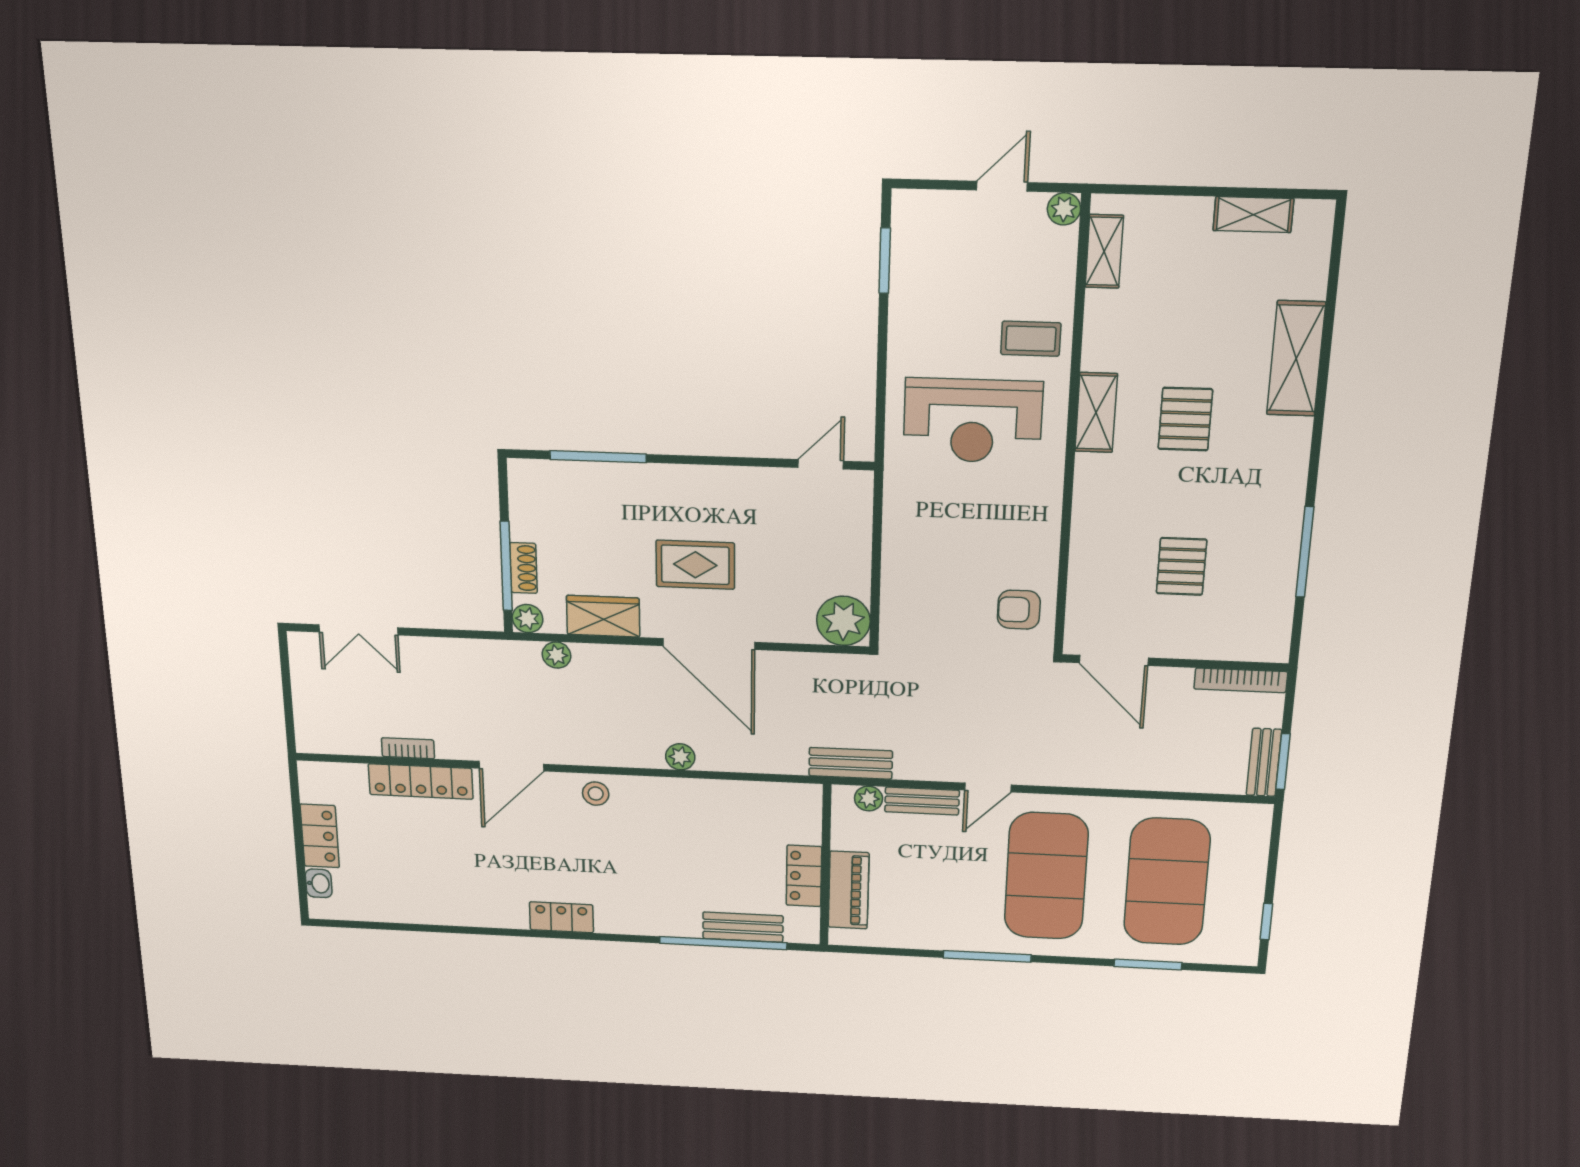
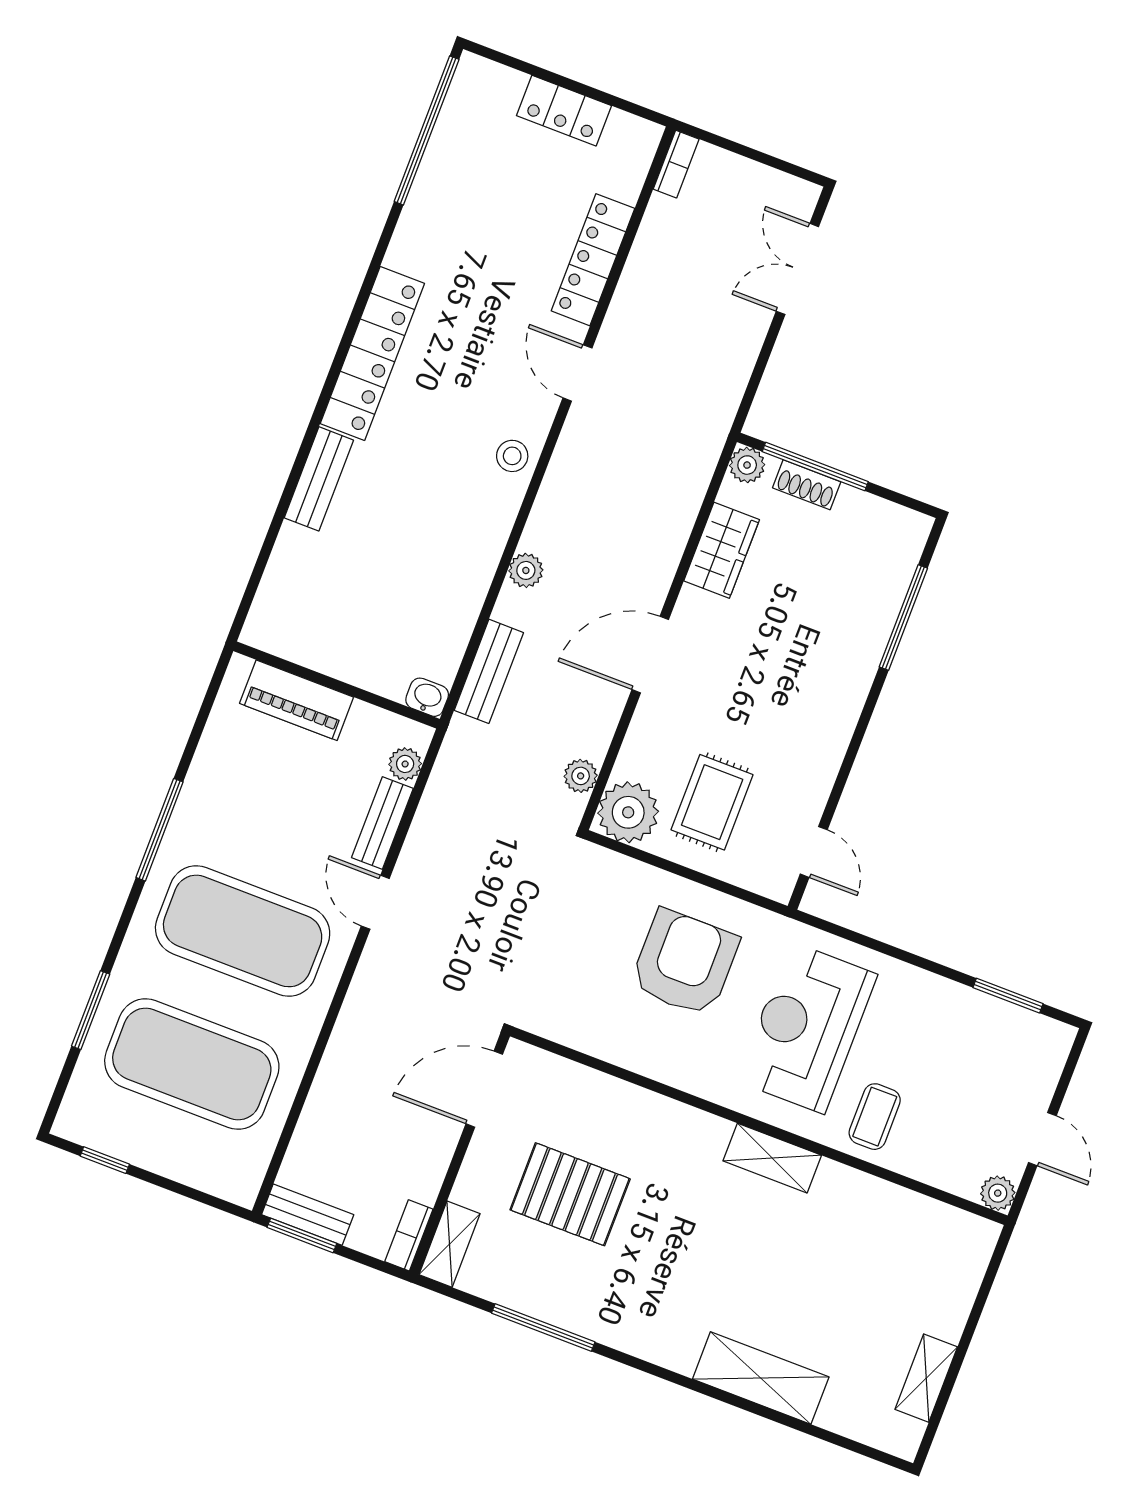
shelving: (1104, 251) -> (449, 1244), moved, turned 90
pallet: (1185, 419) -> (734, 1247), removed
rug: (695, 565) -> (712, 802), moved
pallet: (1181, 566) -> (570, 1194), width x1.50, depth x1.42
armchair: (1019, 610) -> (685, 963), moved, width x1.88, depth x1.88
door: (709, 644) -> (650, 655), width x0.73
plant: (557, 655) -> (581, 776), moved
bookcase: (1241, 680) -> (409, 1235), width x0.64
bookcase: (408, 748) -> (676, 164), moved
bench: (851, 763) -> (489, 671), moved
door: (511, 766) -> (577, 373), width x0.73
locker: (804, 876) -> (331, 655), removed
washbasin: (319, 883) -> (427, 697), moved, turned 180
locker: (561, 917) -> (372, 353), width x2.16, depth x1.21
bench: (743, 927) -> (319, 479), moved
window: (723, 943) -> (427, 130), moved

